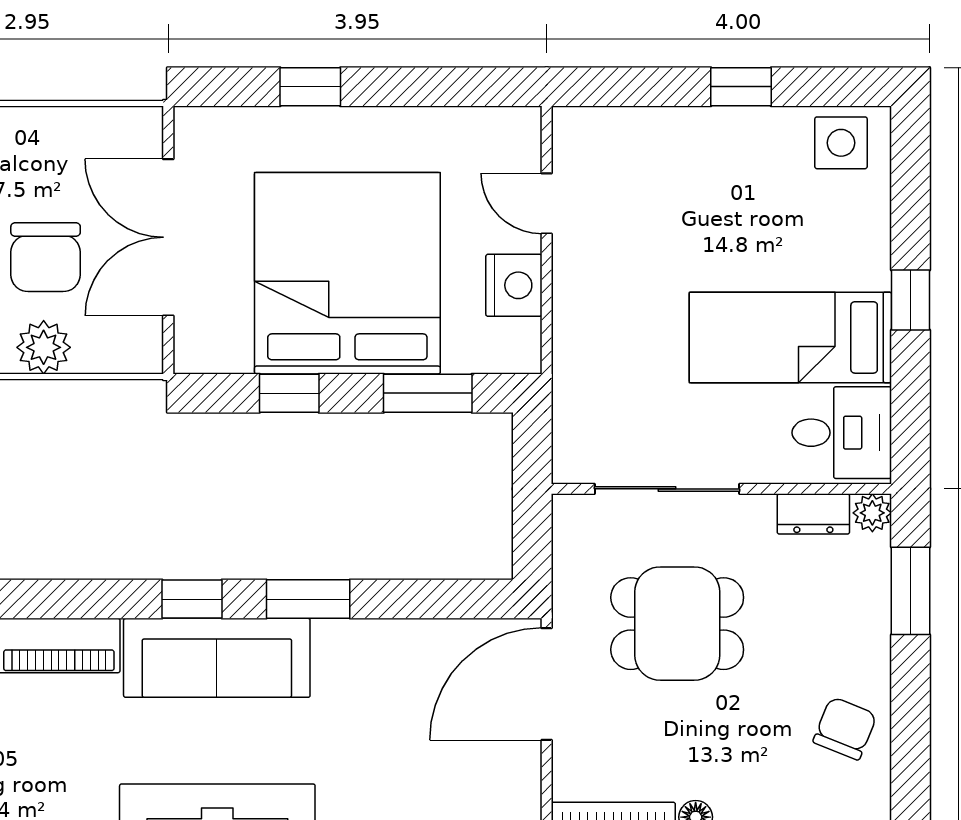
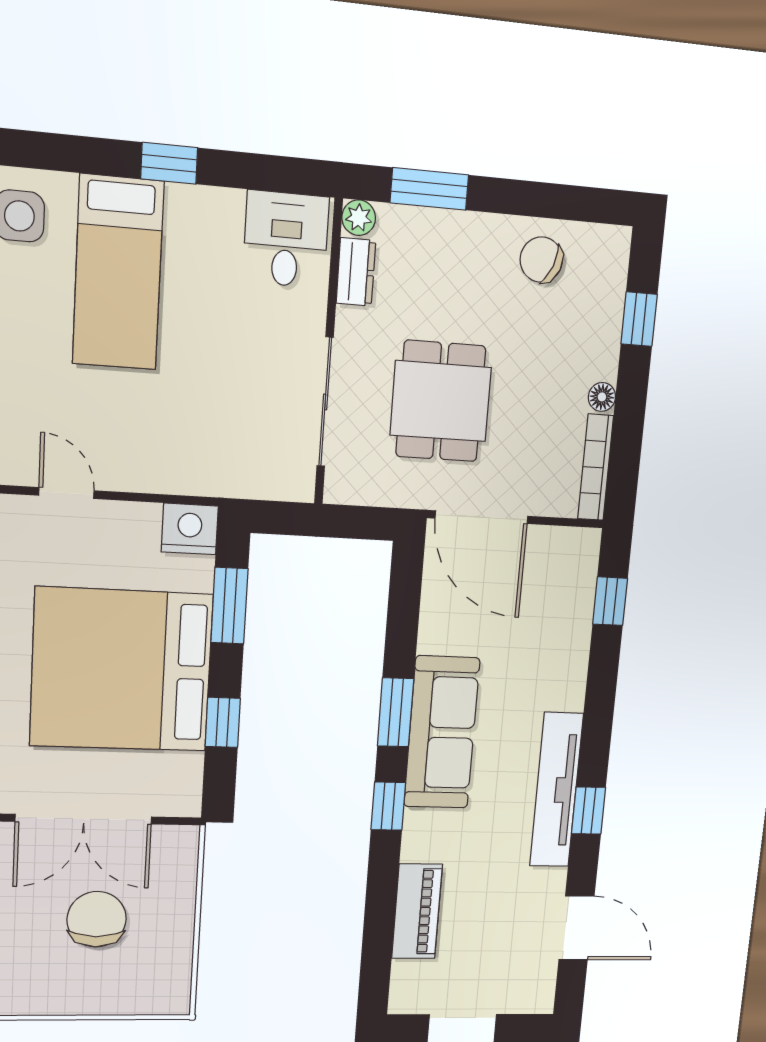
door: (547, 203) -> (66, 493), swing flipped
chair: (46, 257) -> (97, 919), turned -90
nightstand: (514, 285) -> (190, 529), moved
bed: (790, 337) -> (118, 273), moved
plant: (44, 347) -> (173, 921), removed
sofa: (217, 658) -> (442, 733), moved

